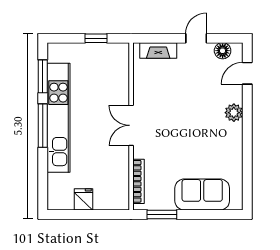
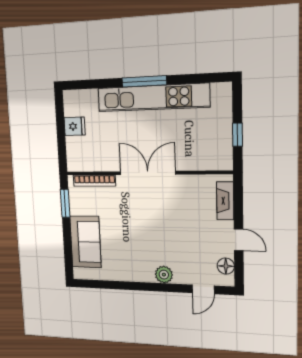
door: (247, 73) -> (203, 289), swing flipped
window: (43, 76) -> (195, 79), removed
double door: (131, 125) -> (148, 173), width x1.37

